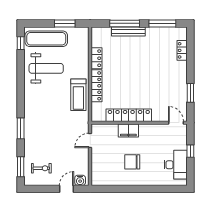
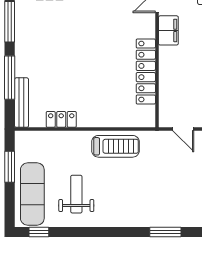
bench: (128, 31) -> (22, 103), moved
weight bench: (46, 68) -> (76, 194), width x0.73, depth x0.75
locker: (96, 86) -> (102, 119), removed
filing cabinet: (128, 130) -> (168, 30), moved

